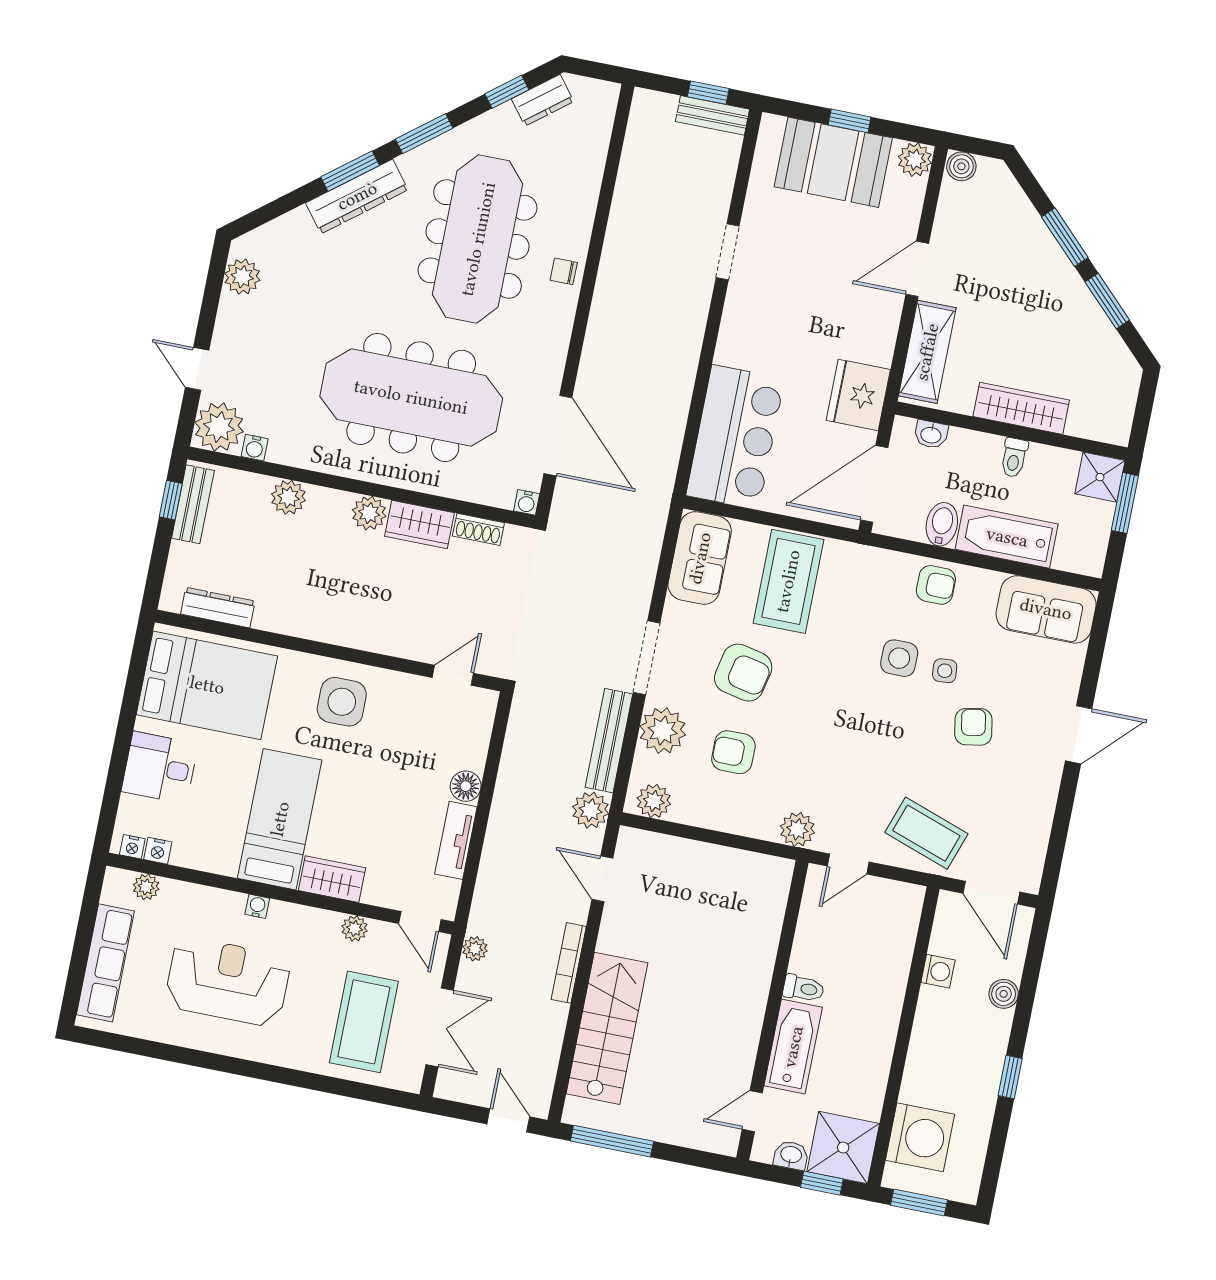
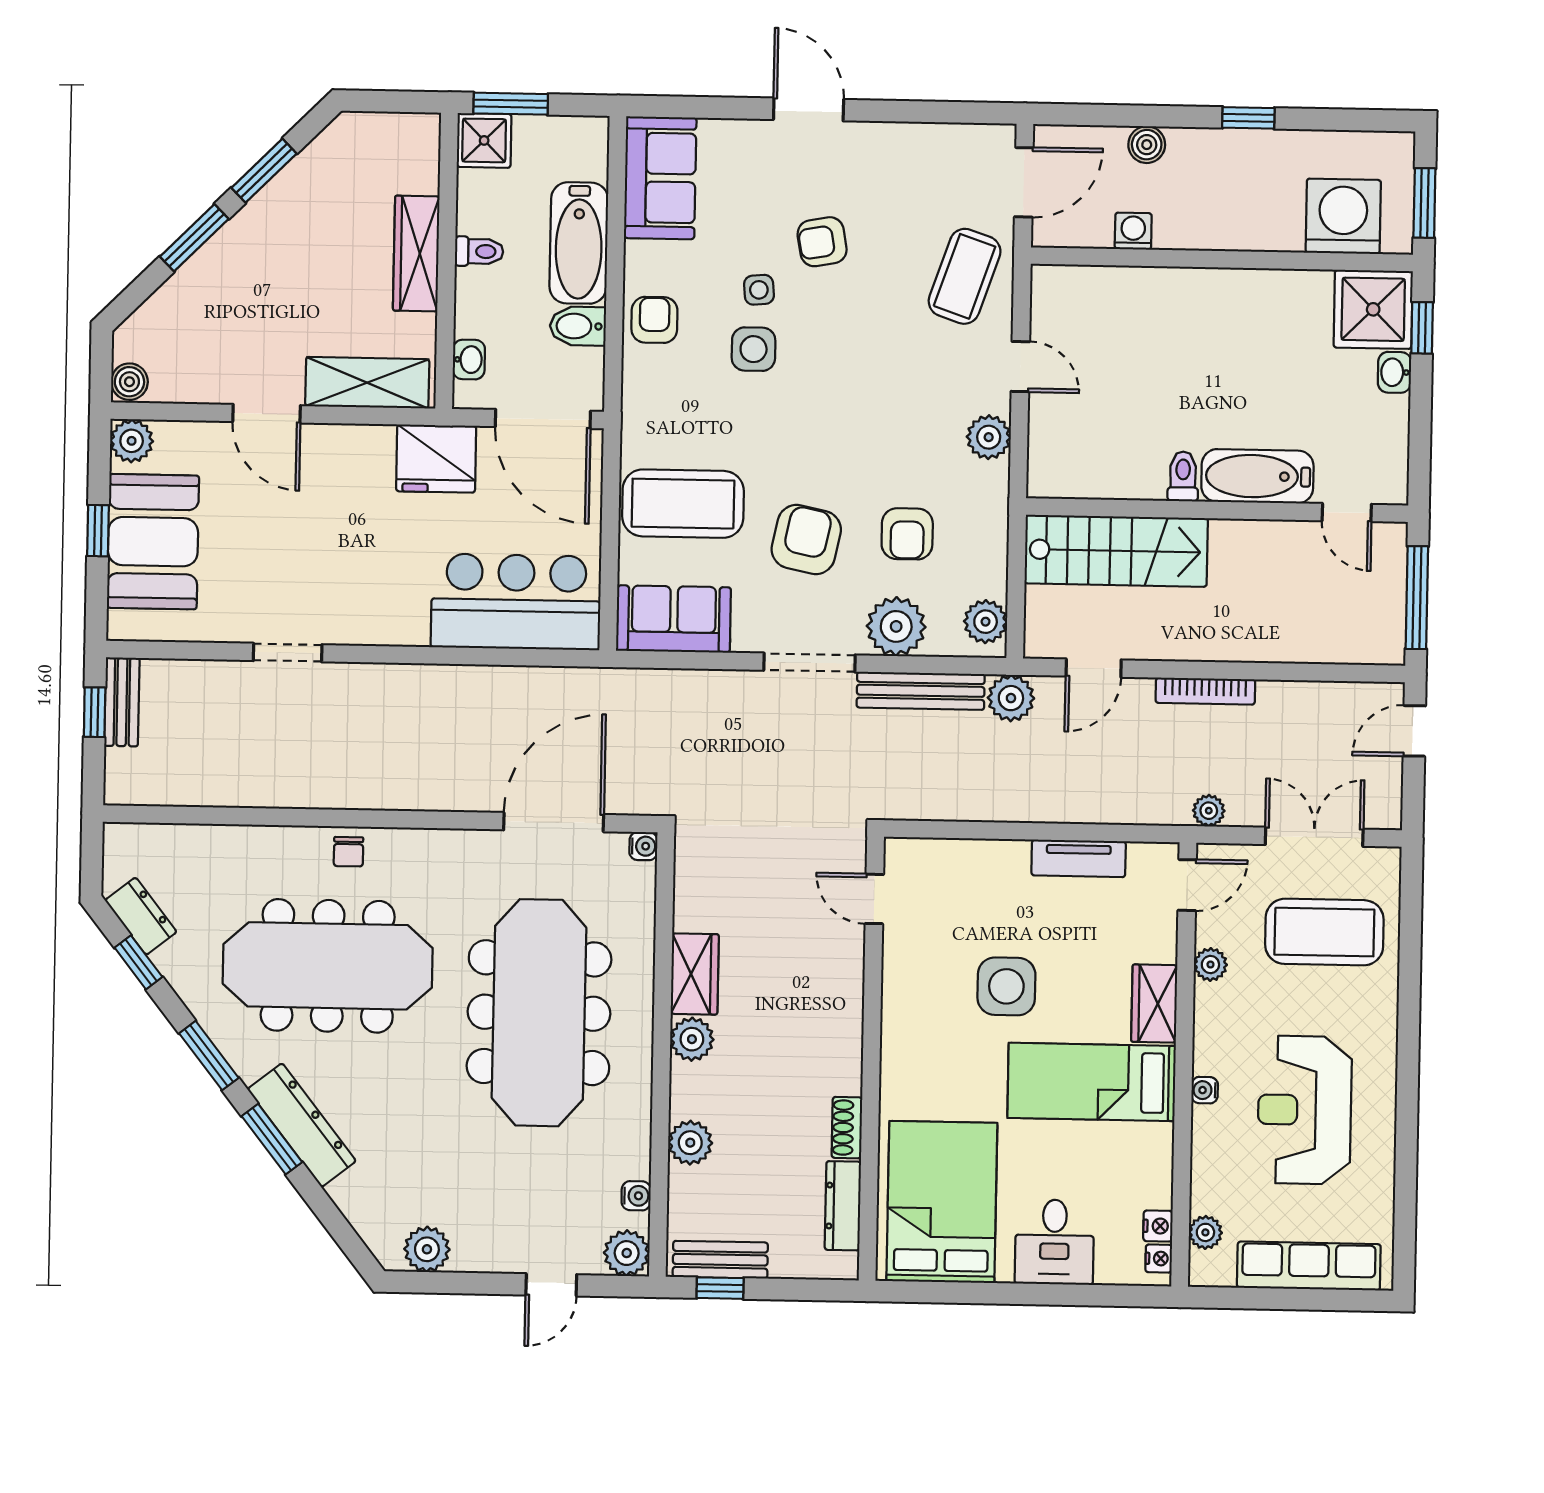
plant: (219, 427) -> (627, 1253), width x0.73, depth x0.73
shoe rack: (478, 529) -> (847, 1128), moved, turned 180
side table: (342, 702) -> (1006, 986), moved
floor lamp: (466, 786) -> (1009, 858), removed
toilet: (803, 988) -> (1183, 476), moved
wall: (772, 1010) -> (1217, 510), moved
stairs: (607, 1028) -> (1116, 551), moved, turned 180
bathtub: (793, 1047) -> (1257, 476), moved
door: (752, 1111) -> (1347, 513), moved

